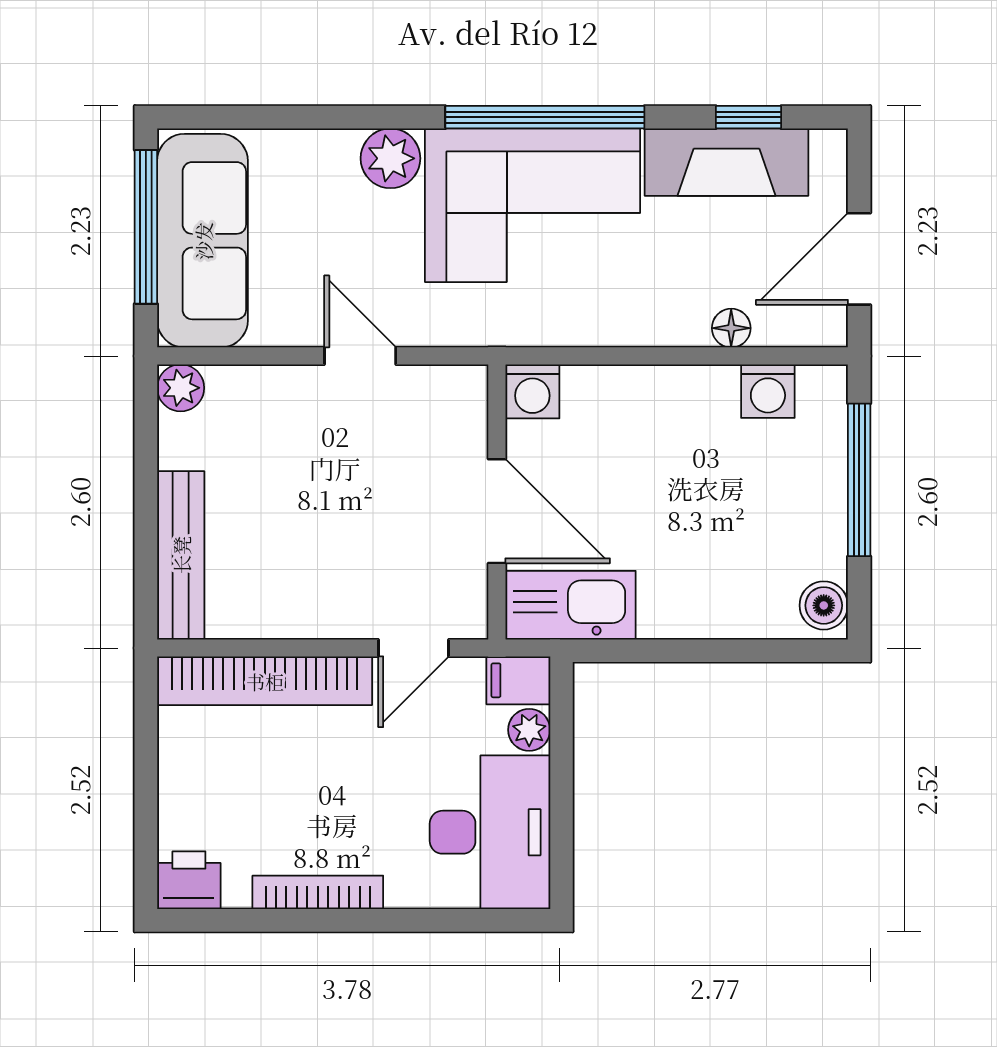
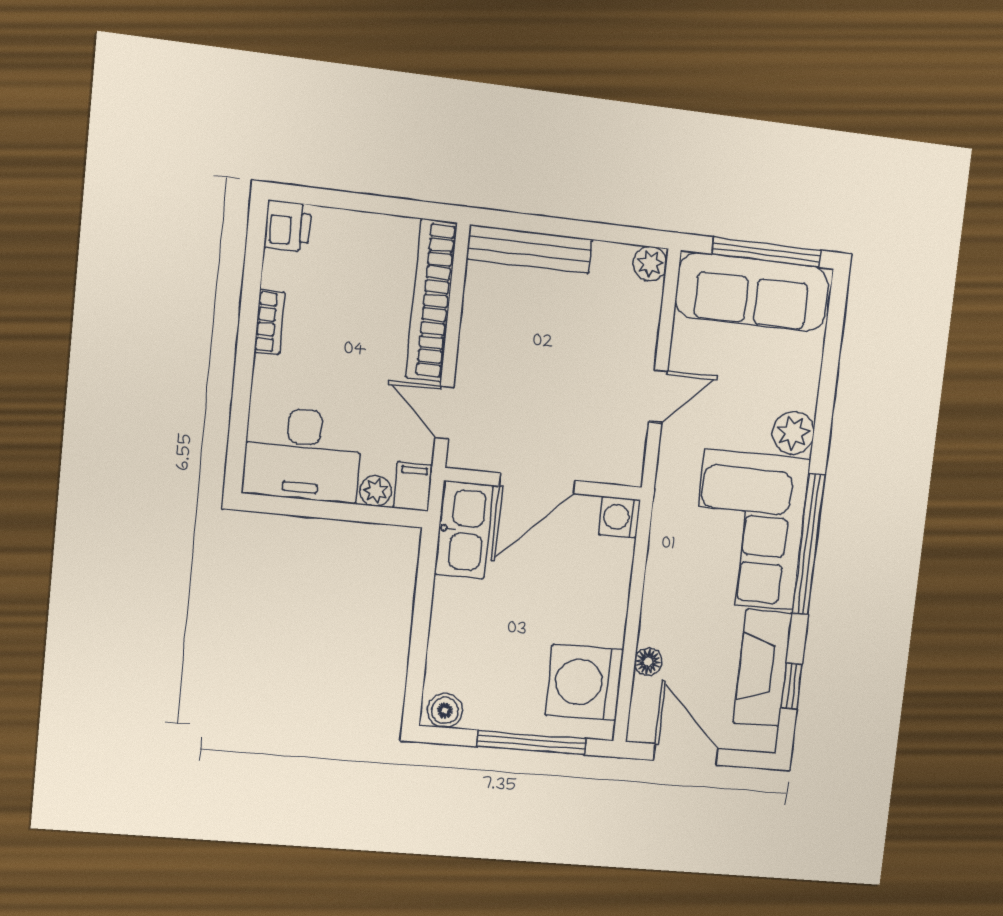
washing machine: (768, 391) -> (584, 682), width x1.89, depth x1.89
bookcase: (318, 892) -> (269, 322), width x0.64

